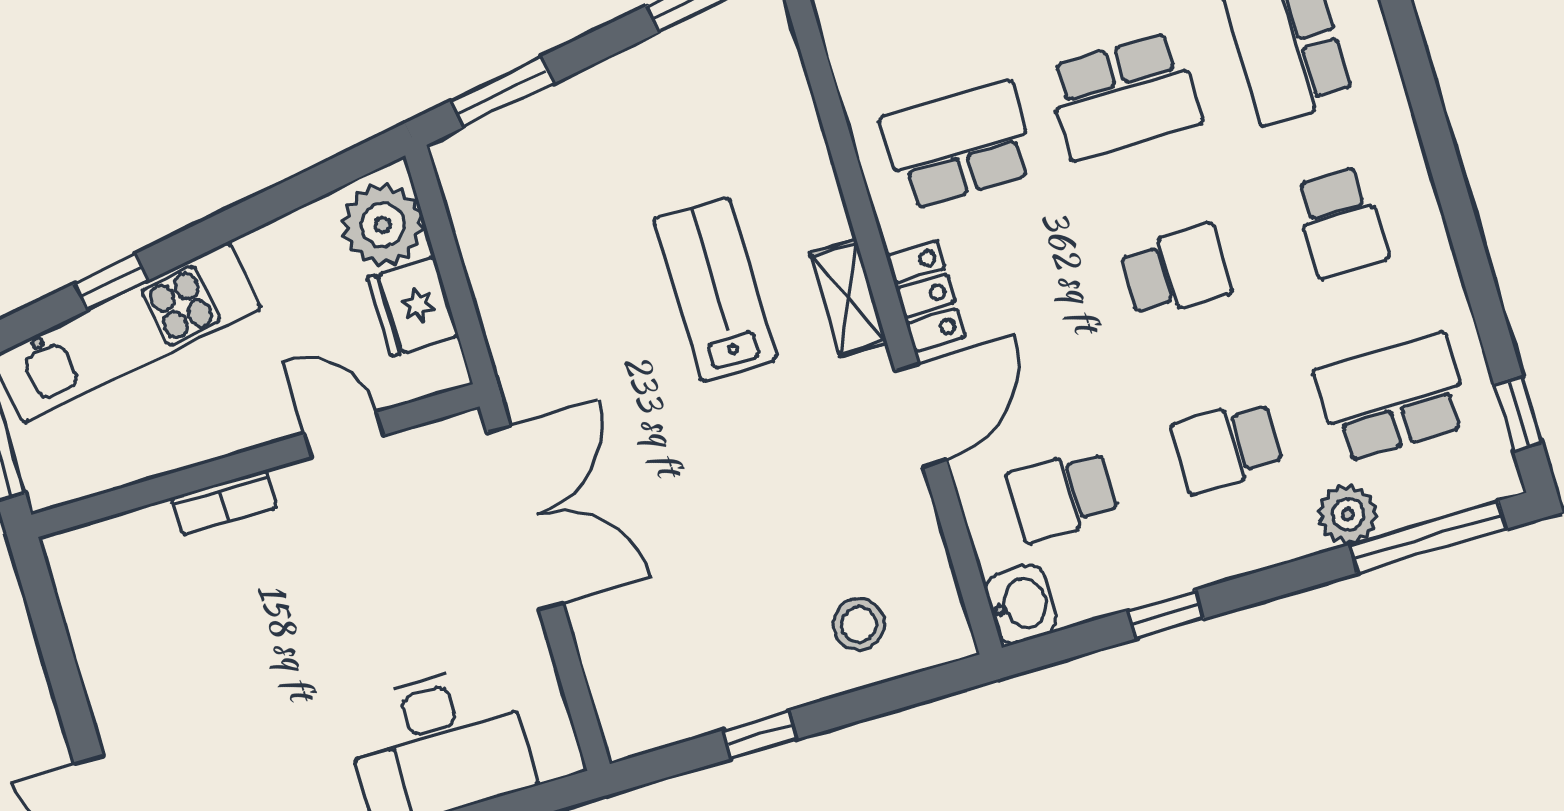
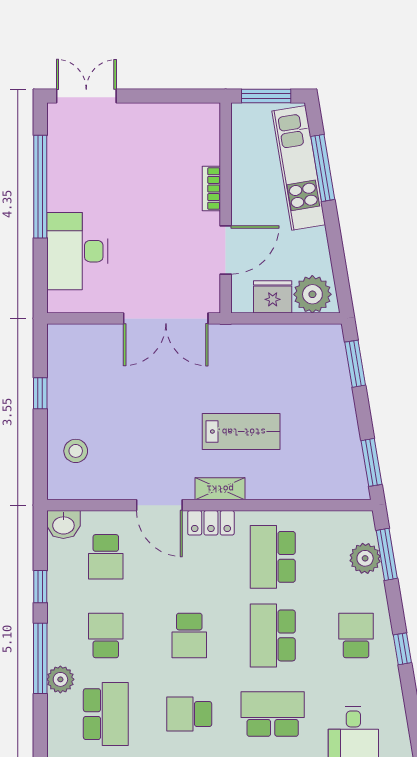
school desk: (959, 145) -> (273, 557), turned 180
window: (111, 282) -> (323, 168), width x2.17
door: (344, 434) -> (226, 250), width x1.38
school desk: (1062, 495) -> (106, 557), turned 180
window: (1428, 537) -> (40, 658), moved

